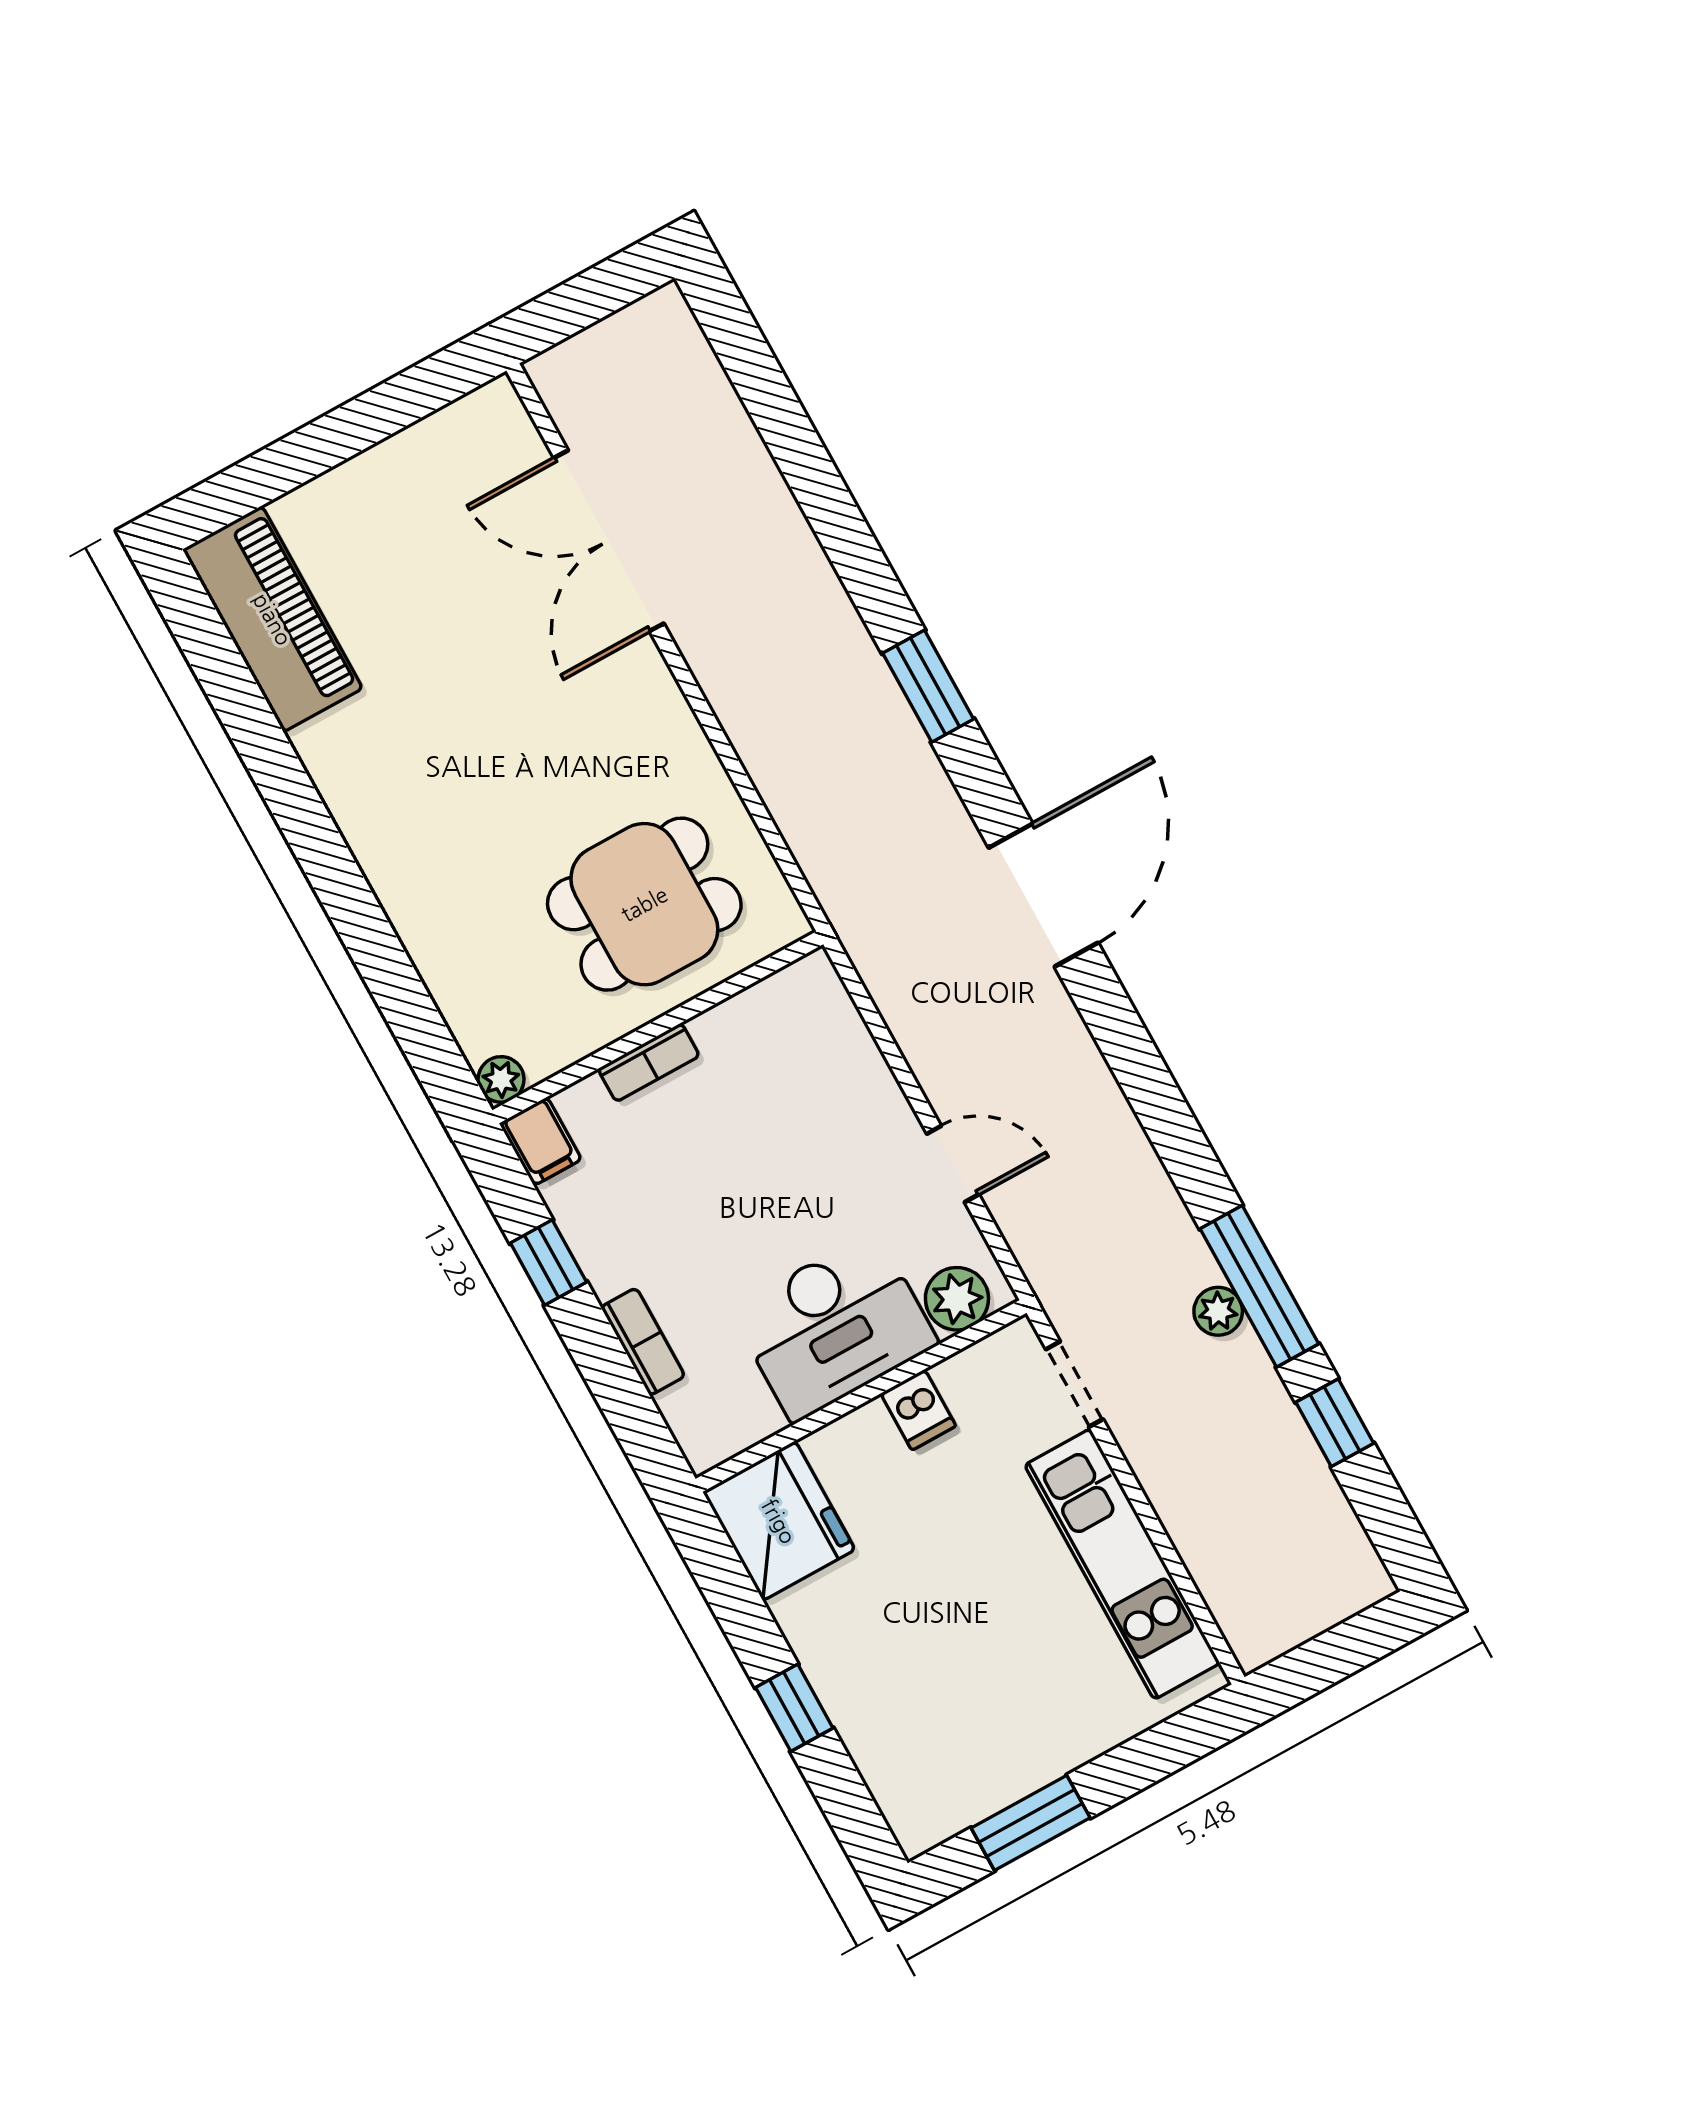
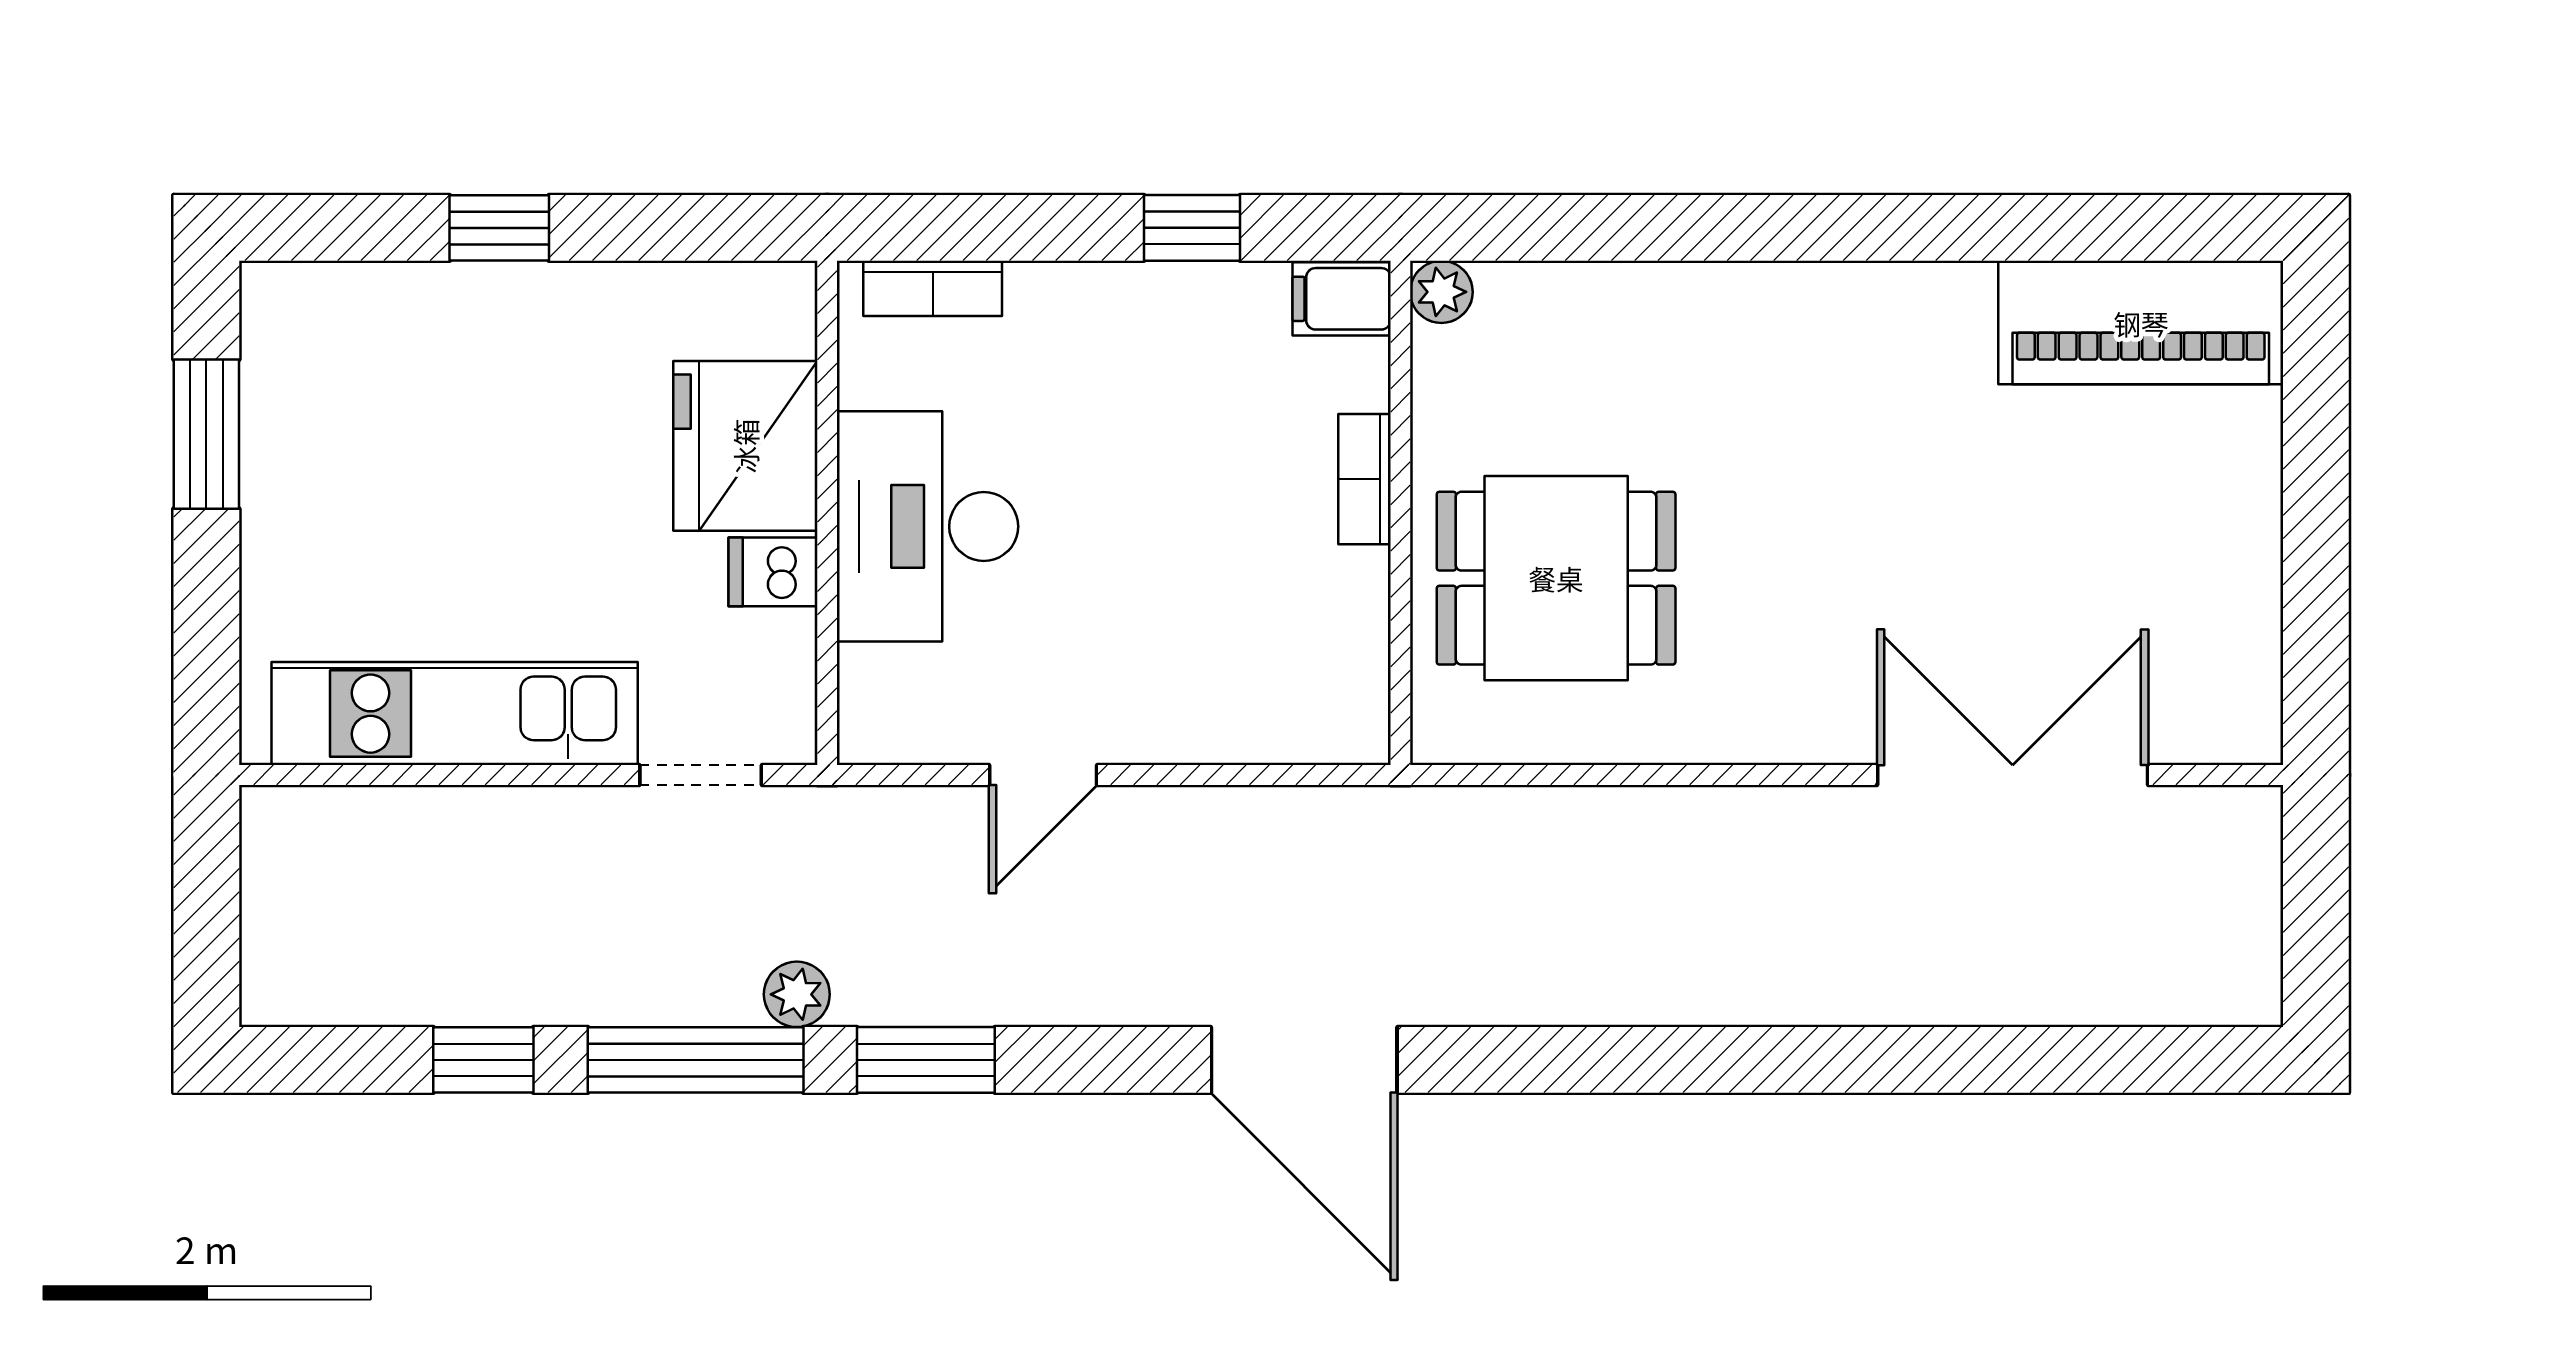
window: (928, 686) -> (926, 1060), moved
dining table: (644, 904) -> (1556, 578), turned 90
plant: (957, 1299) -> (880, 691), removed
plant: (1218, 1311) -> (797, 994), moved
bookcase: (643, 1342) -> (933, 288), moved
fridge: (779, 1521) -> (745, 446), moved, turned 90

